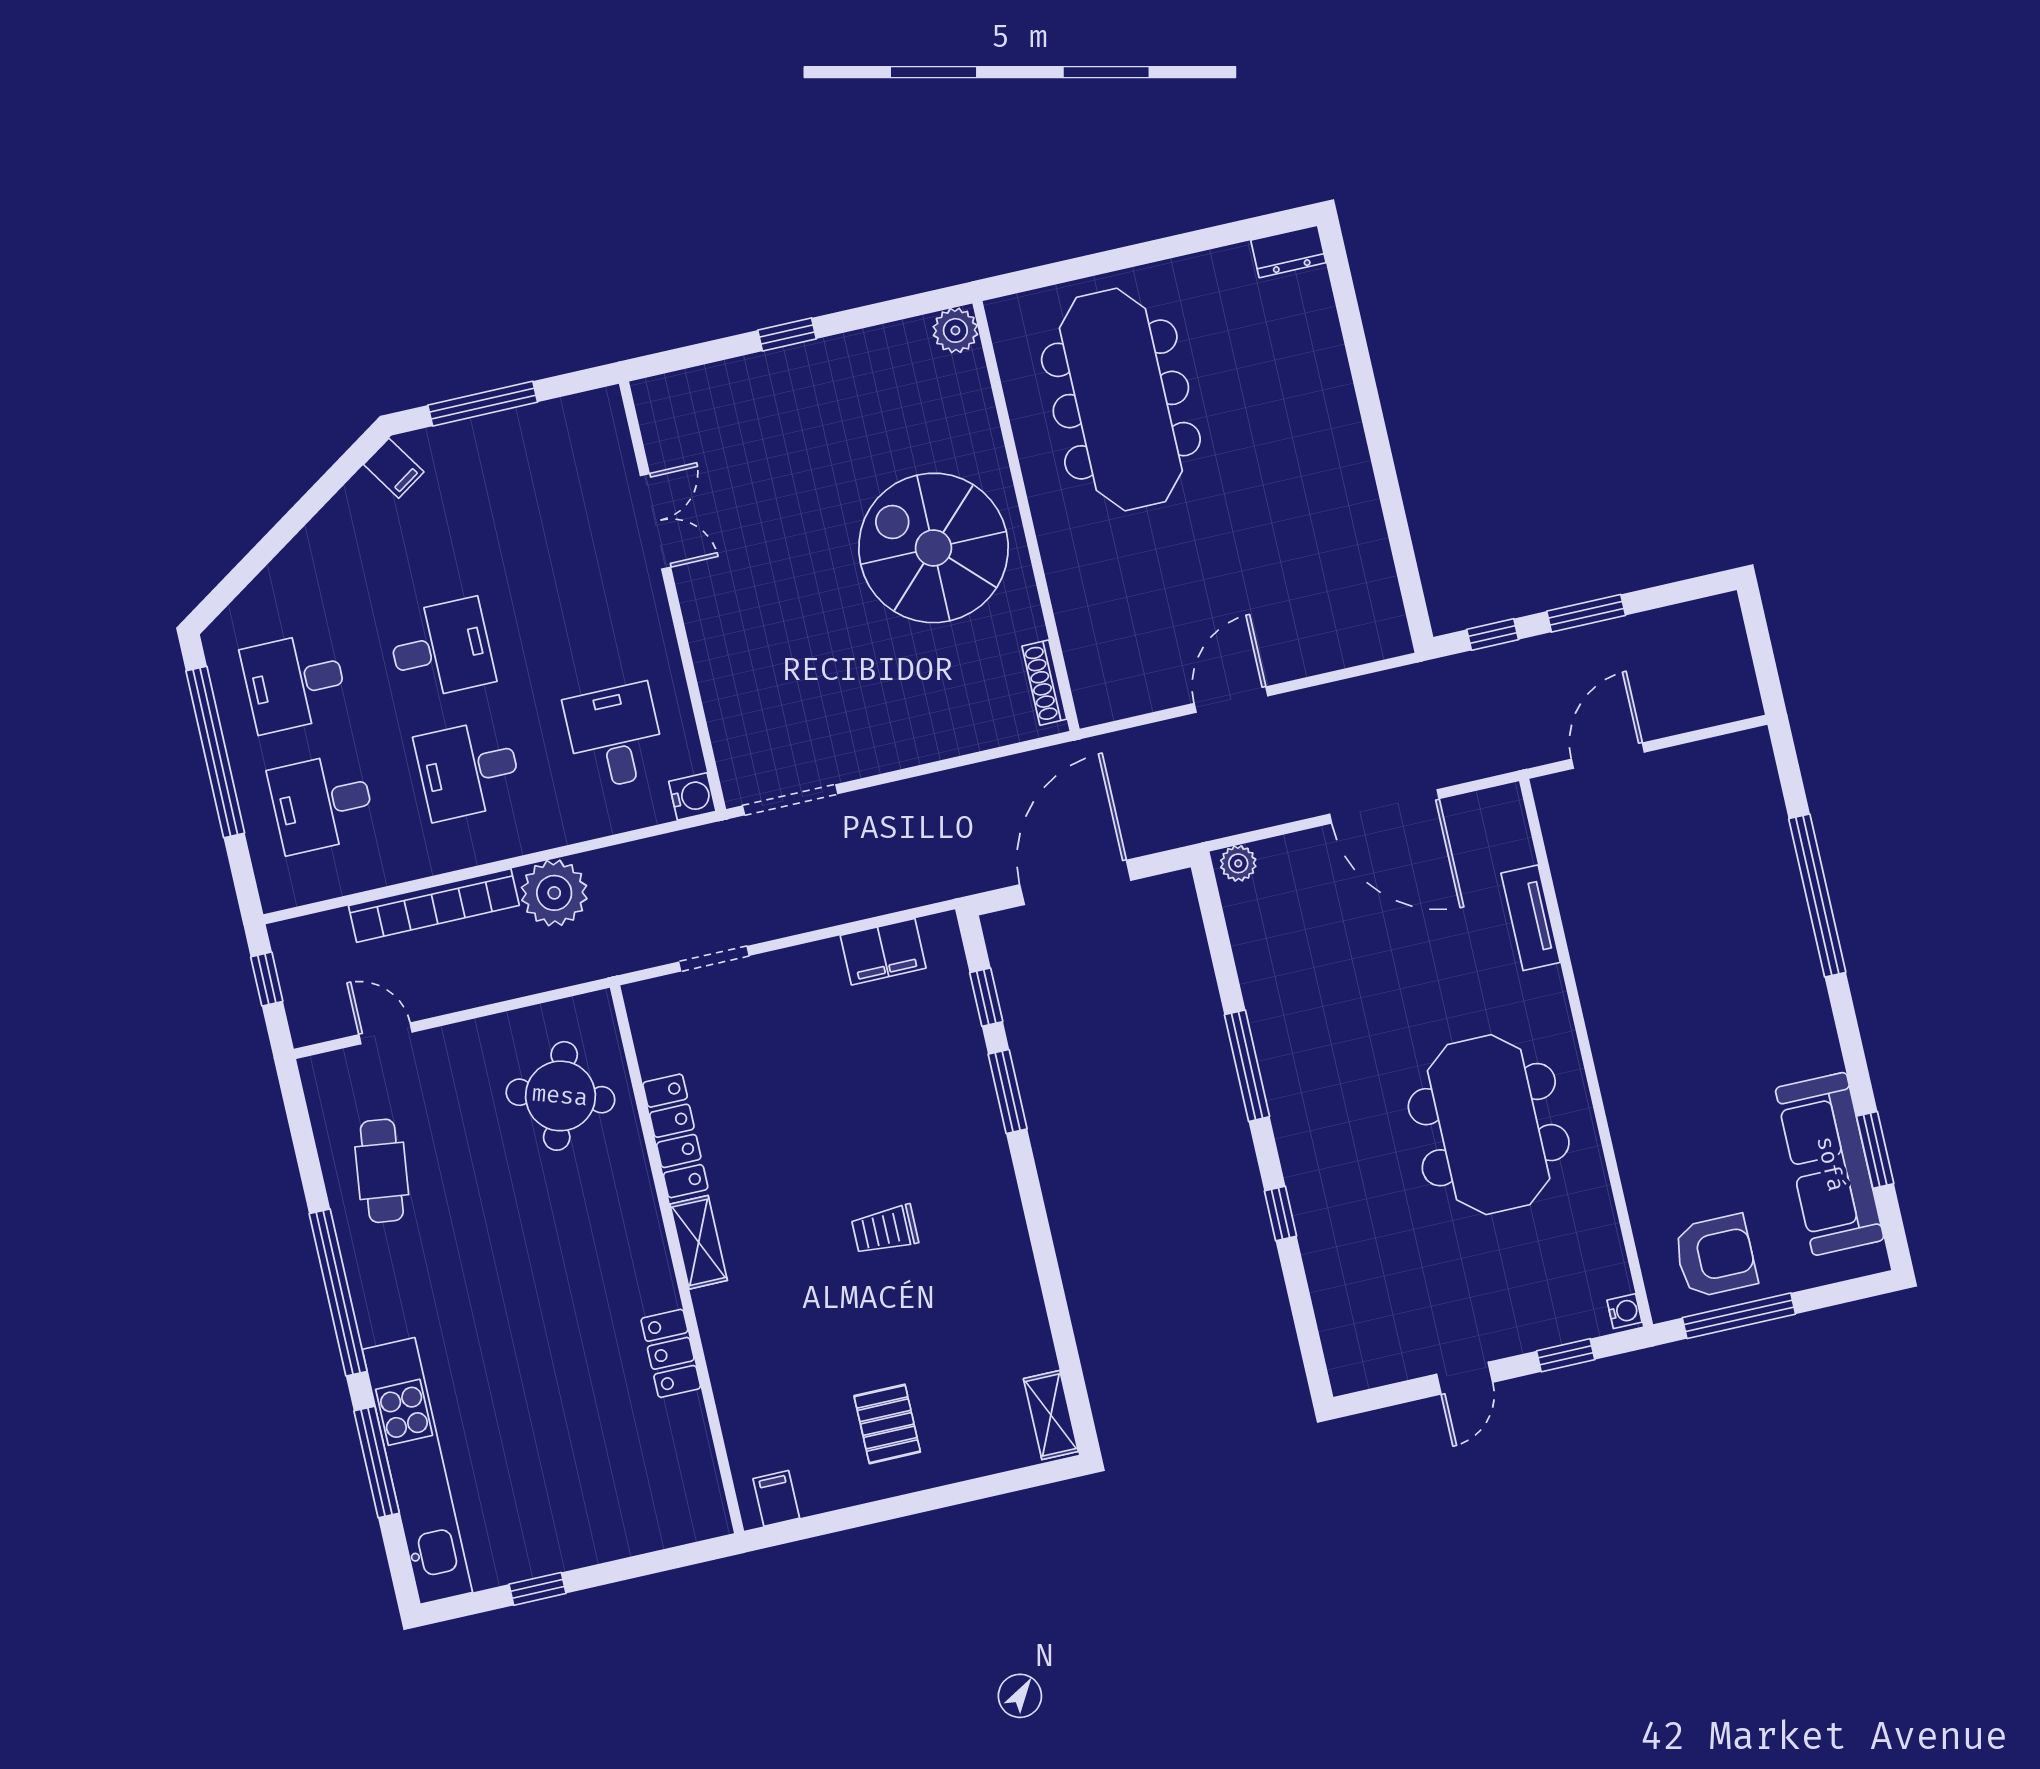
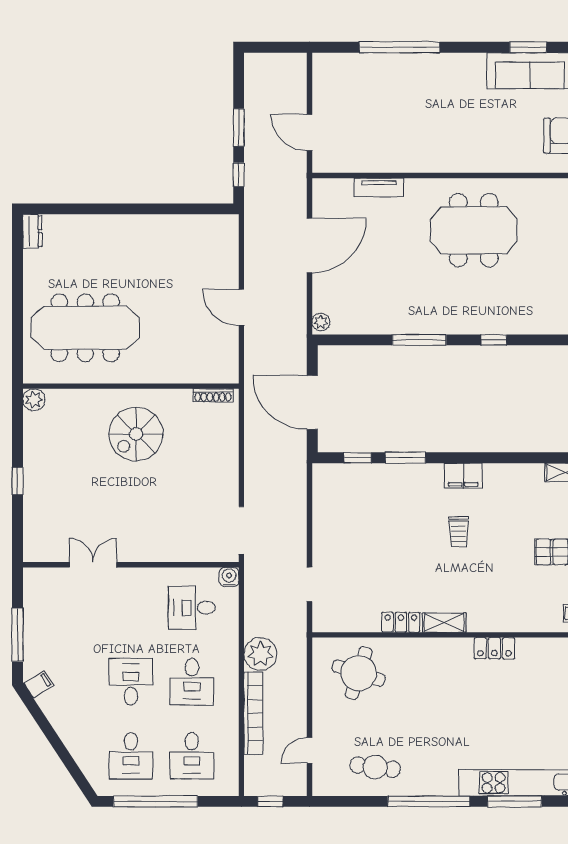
spiral stairs: (933, 548) -> (136, 434), width x0.73, depth x0.73
filing cabinet: (883, 952) -> (463, 476), moved, turned 90
locker: (675, 1136) -> (401, 622), width x0.66

